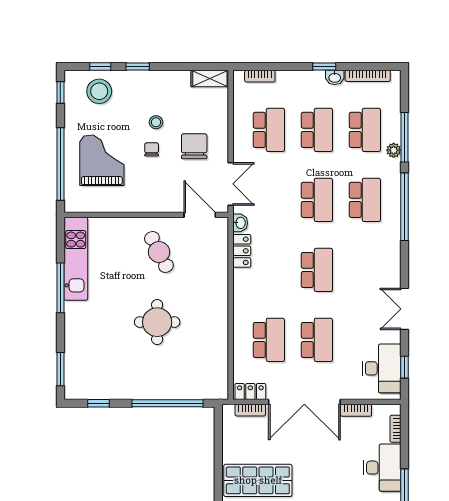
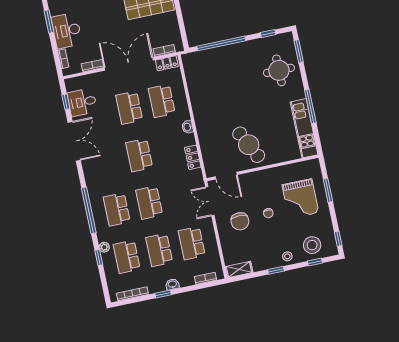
window: (138, 66) -> (276, 270), moved
washbasin: (335, 77) -> (172, 284), moved
stool: (156, 122) -> (287, 256), moved
window: (405, 137) -> (99, 257), width x0.46
window: (60, 164) -> (328, 190), width x0.47
washbasin: (240, 223) -> (187, 127), moved
cafe table: (159, 252) -> (249, 145), width x1.37, depth x1.35
double door: (405, 309) -> (74, 141), width x1.37
round table: (157, 322) -> (279, 70), moved
desk: (382, 368) -> (82, 102), width x0.73

